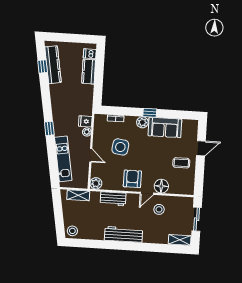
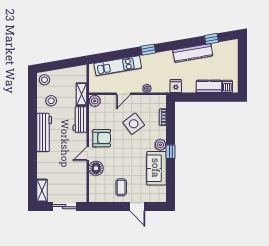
kitchen counter: (53, 65) -> (193, 53), moved
fridge: (85, 121) -> (176, 86), moved
side table: (120, 147) -> (134, 124), turned 45
door: (147, 193) -> (88, 154), hinge flipped
shelving: (78, 195) -> (81, 94), moved
stool: (159, 209) -> (51, 101), moved

